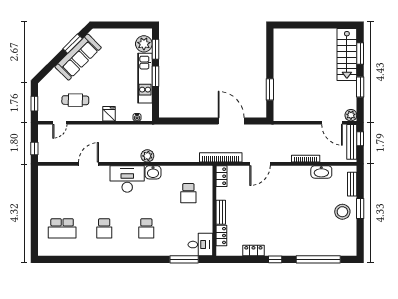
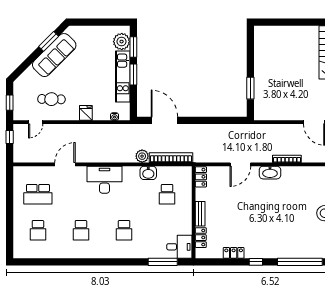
door: (231, 121) -> (164, 120), moved
window: (34, 149) -> (10, 137), moved
plant: (147, 156) -> (142, 156), moved
bookcase: (221, 157) -> (171, 158), moved
washbasin: (153, 172) -> (148, 173), moved
washbasin: (321, 172) -> (270, 173), moved
school desk: (62, 193) -> (38, 194), added
school desk: (62, 228) -> (38, 230), width x0.54

